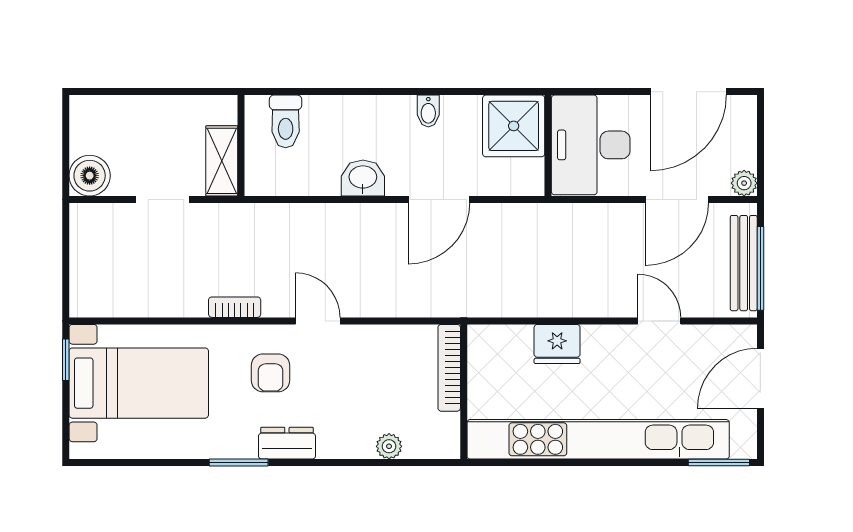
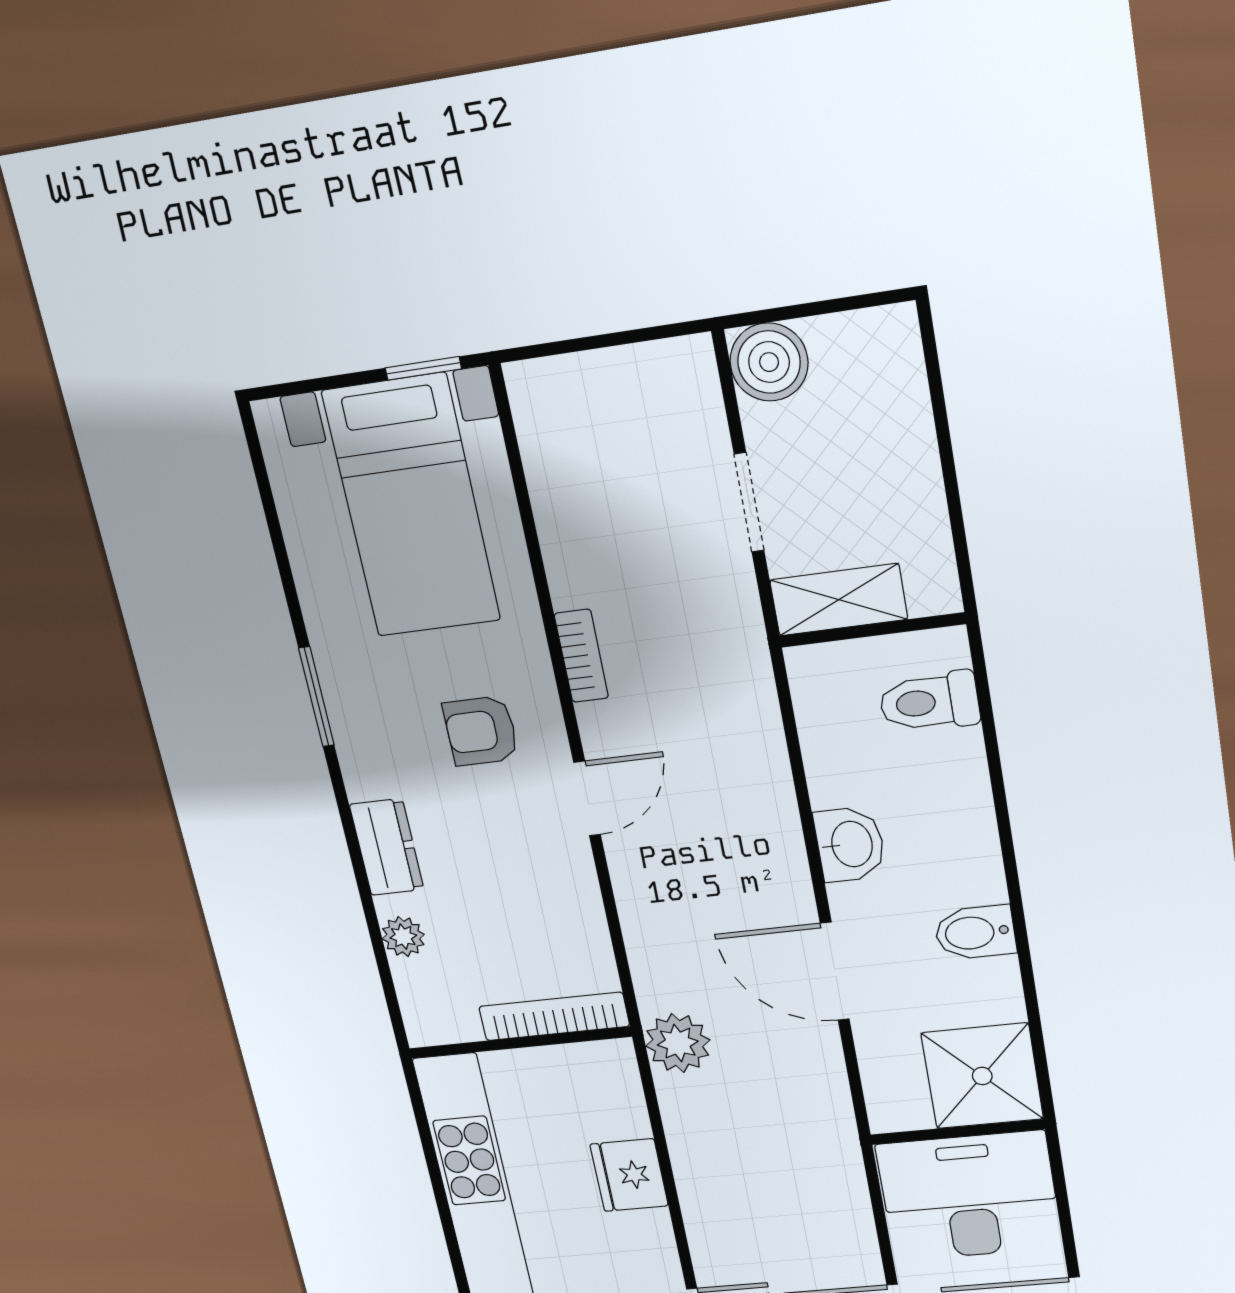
bidet: (428, 111) -> (975, 933), width x1.38, depth x1.36
plant: (474, 298) -> (678, 1043), added
dresser: (287, 443) -> (387, 847), moved

